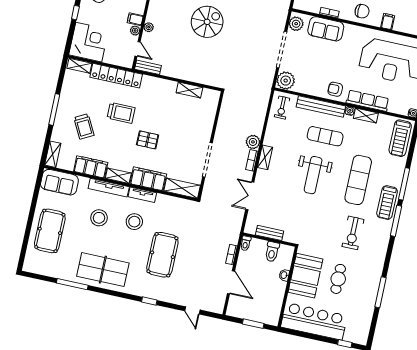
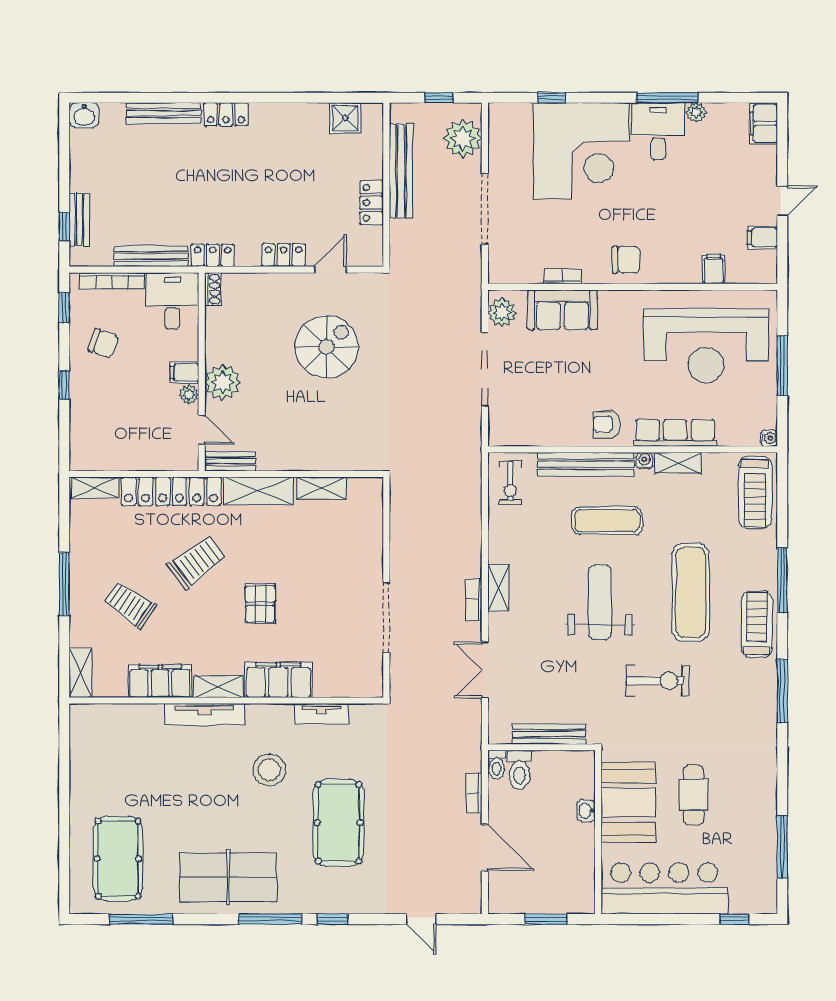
filing cabinet: (388, 22) -> (714, 269), moved
plant: (149, 27) -> (223, 382), width x1.88, depth x1.88
corner desk: (89, 42) -> (103, 437), removed
plant: (286, 81) -> (506, 428), removed
trolley: (121, 113) -> (197, 562), turned -36
trolley: (84, 126) -> (130, 605), turned 153
pallet: (148, 140) -> (260, 604), turned 90
plant: (253, 142) -> (468, 563), removed
weight bench: (313, 175) -> (600, 602), turned 180
sofa: (59, 182) -> (106, 725), removed
shelving: (182, 188) -> (259, 491), moved
tv unit: (142, 195) -> (321, 714), moved
treadmill: (387, 203) -> (757, 624), turned 180
stool: (99, 218) -> (198, 777), removed
window: (396, 221) -> (782, 691), moved
pool table: (50, 231) -> (118, 859), moved
bench: (270, 233) -> (549, 734), width x1.36
exercise bike: (353, 233) -> (658, 681), moved, turned -90
toilet: (272, 252) -> (519, 770), moved
window: (72, 284) -> (141, 919), moved
window: (380, 292) -> (782, 847), moved
window: (119, 294) -> (270, 919), added

